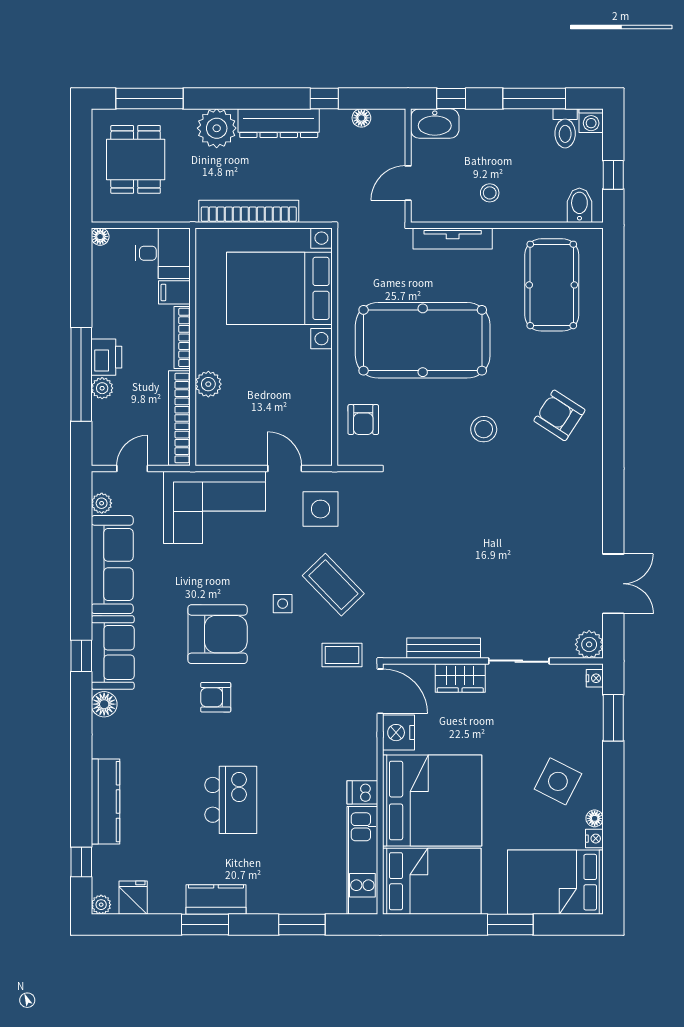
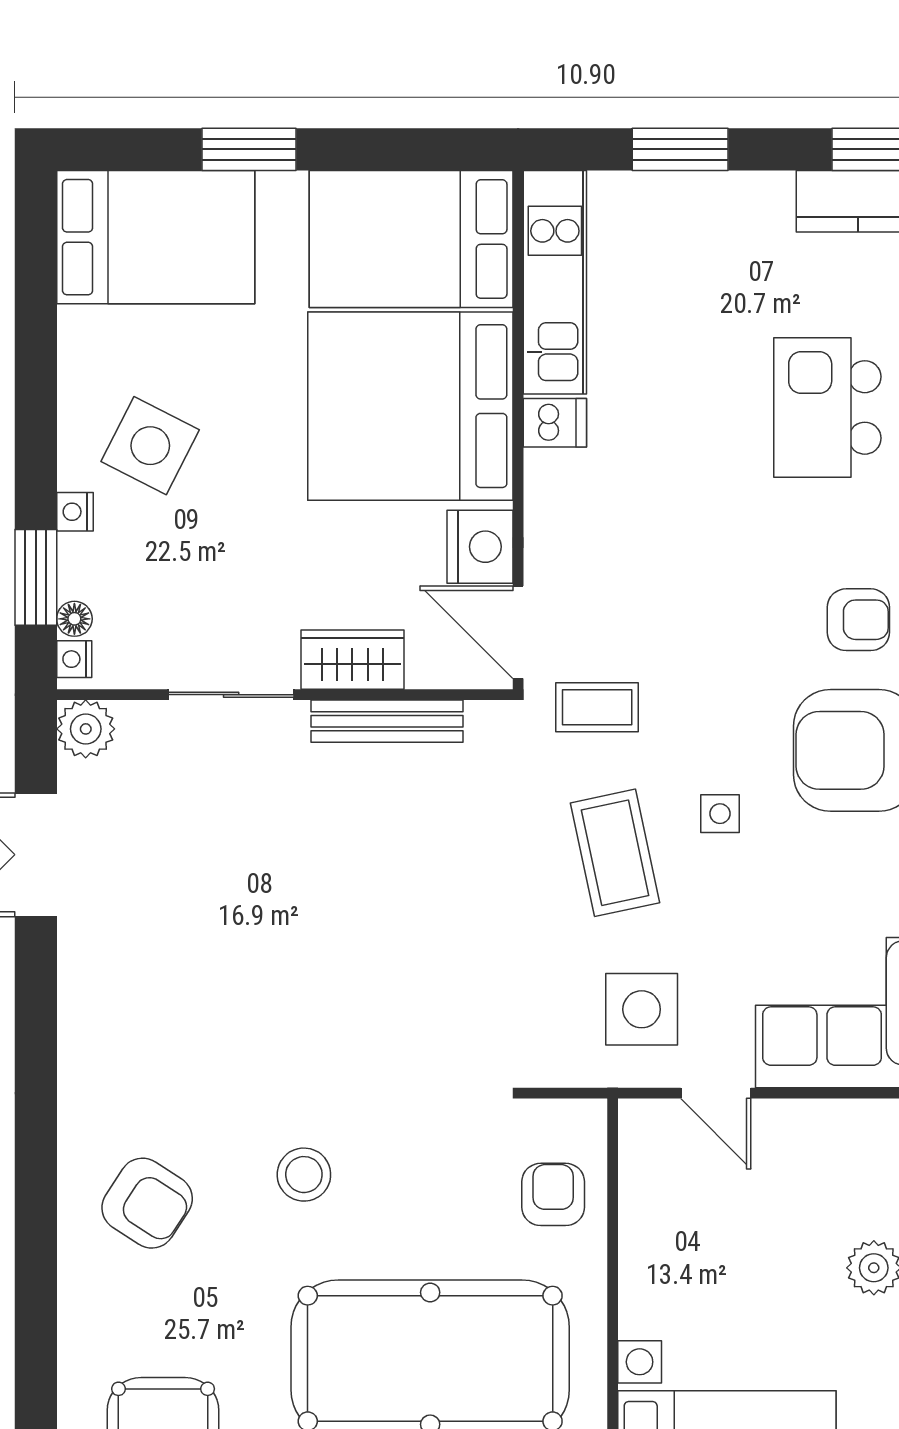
coffee table: (333, 585) -> (615, 853), turned 32
floor lamp: (595, 818) -> (74, 619), moved
nightstand: (594, 839) -> (75, 512), moved

